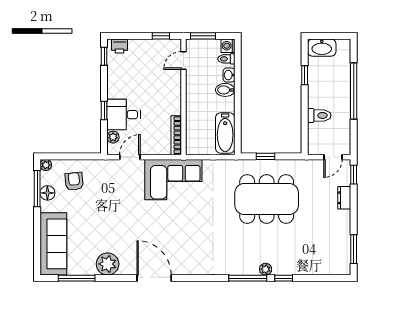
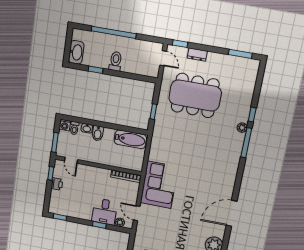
printer: (120, 46) -> (57, 184), moved
toilet: (319, 115) -> (116, 61), moved
dining table: (267, 199) -> (195, 95), moved, turned 90

